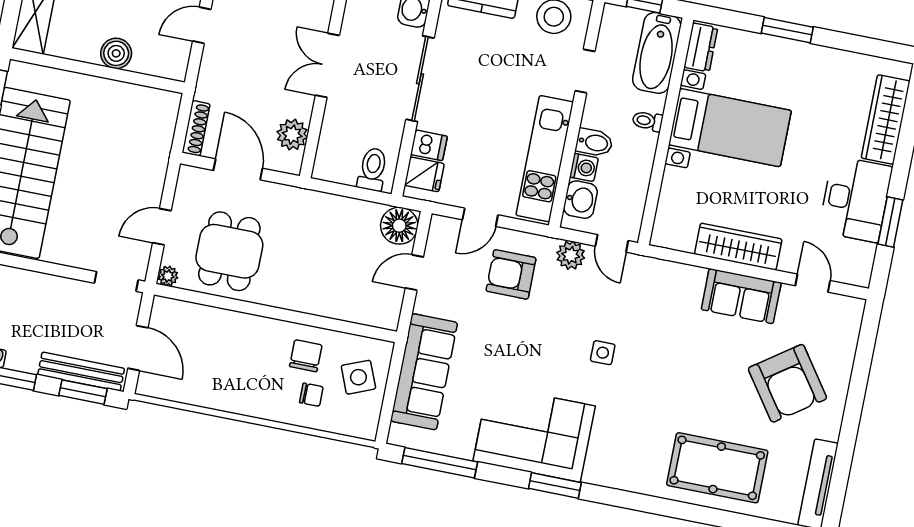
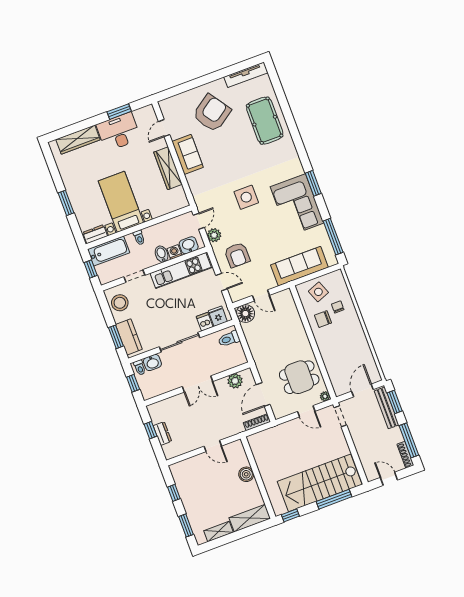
side table: (603, 353) -> (246, 197), width x1.87, depth x1.87

